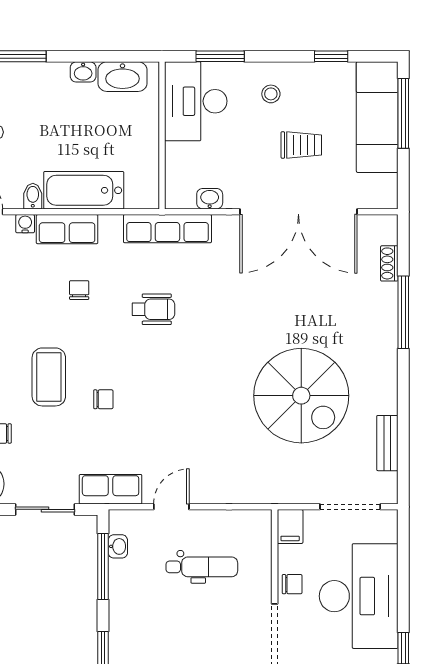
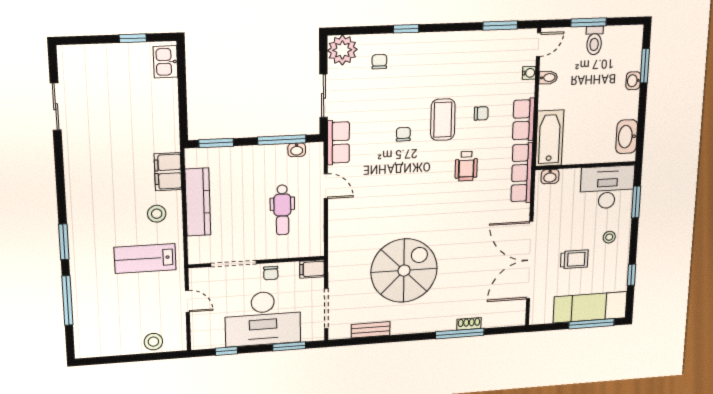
washbasin: (83, 72) -> (633, 81), moved
trolley: (301, 145) -> (574, 259), turned -90
bathtub: (84, 190) -> (550, 138), moved
washbasin: (210, 199) -> (550, 177), moved, turned 90
row of seats: (67, 229) -> (523, 120), moved
shoe rack: (389, 263) -> (469, 324), moved
coffee table: (49, 377) -> (443, 120), moved, turned 90
spiral stairs: (301, 396) -> (404, 271), turned 180
chair: (103, 399) -> (403, 134), turned 180
window: (403, 560) -> (289, 346), added

